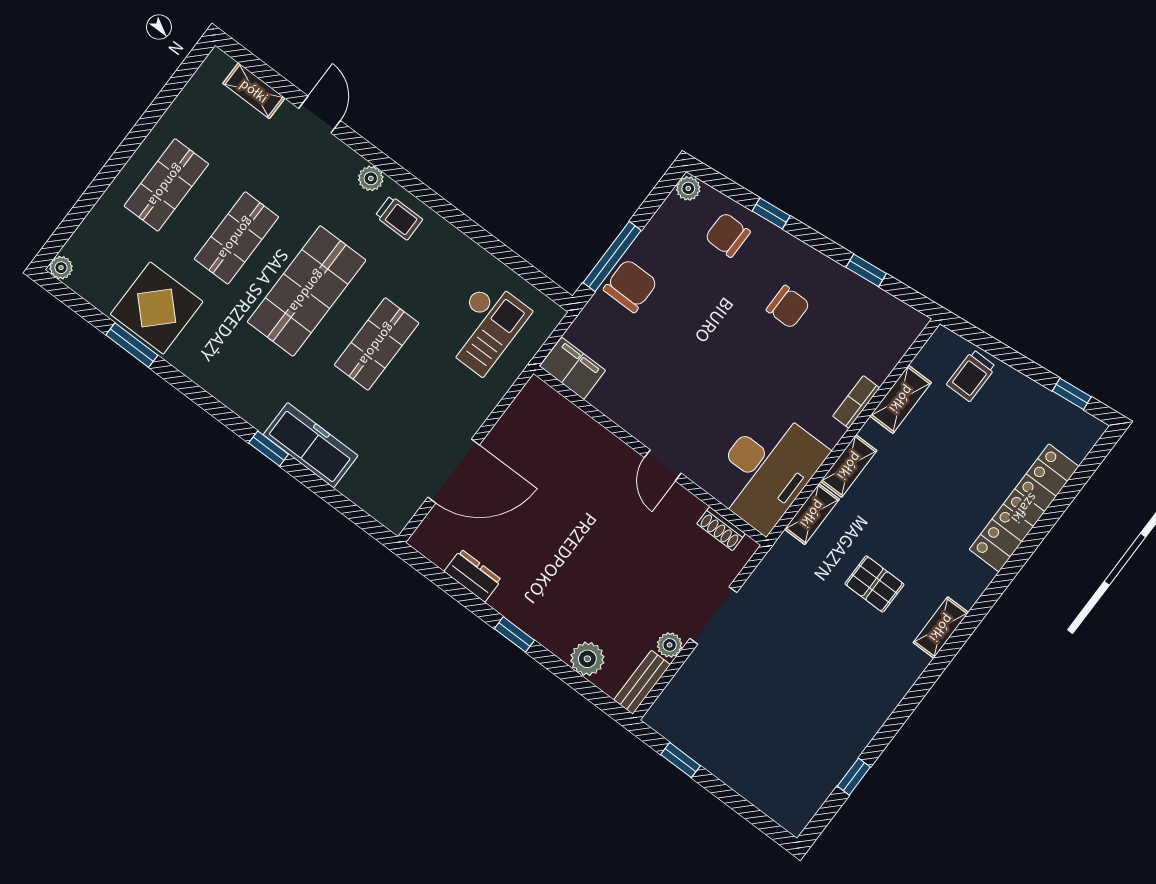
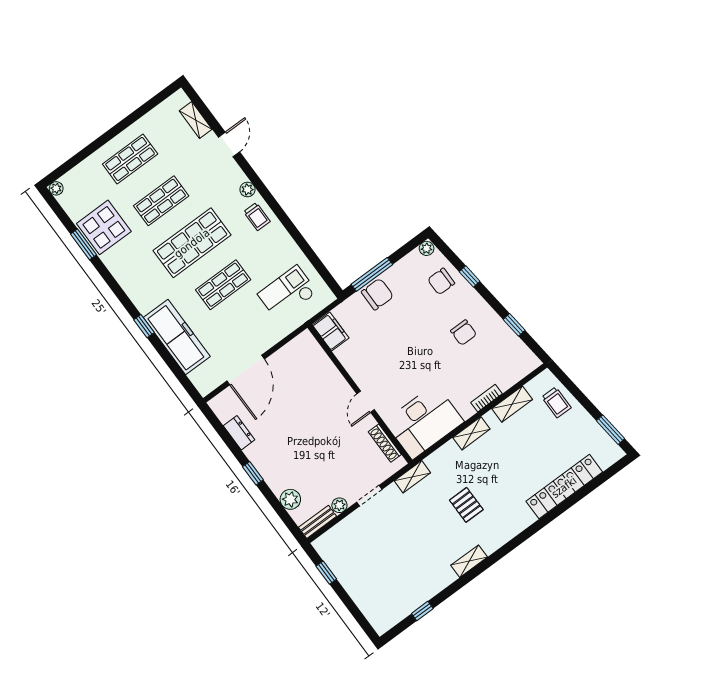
chair: (728, 235) -> (441, 281), turned -90
checkout: (485, 327) -> (287, 293), turned 180
trolley: (971, 376) -> (556, 402), turned -90
window: (1072, 394) -> (611, 430), width x1.50
freezer: (311, 445) -> (177, 337), width x1.36, depth x1.26
door: (454, 471) -> (246, 370), hinge flipped
shelving: (812, 514) -> (412, 477), moved
shoe rack: (721, 529) -> (385, 443), width x1.43
doorway: (713, 615) -> (369, 496), width x0.73
shelving: (941, 628) -> (469, 561), moved

